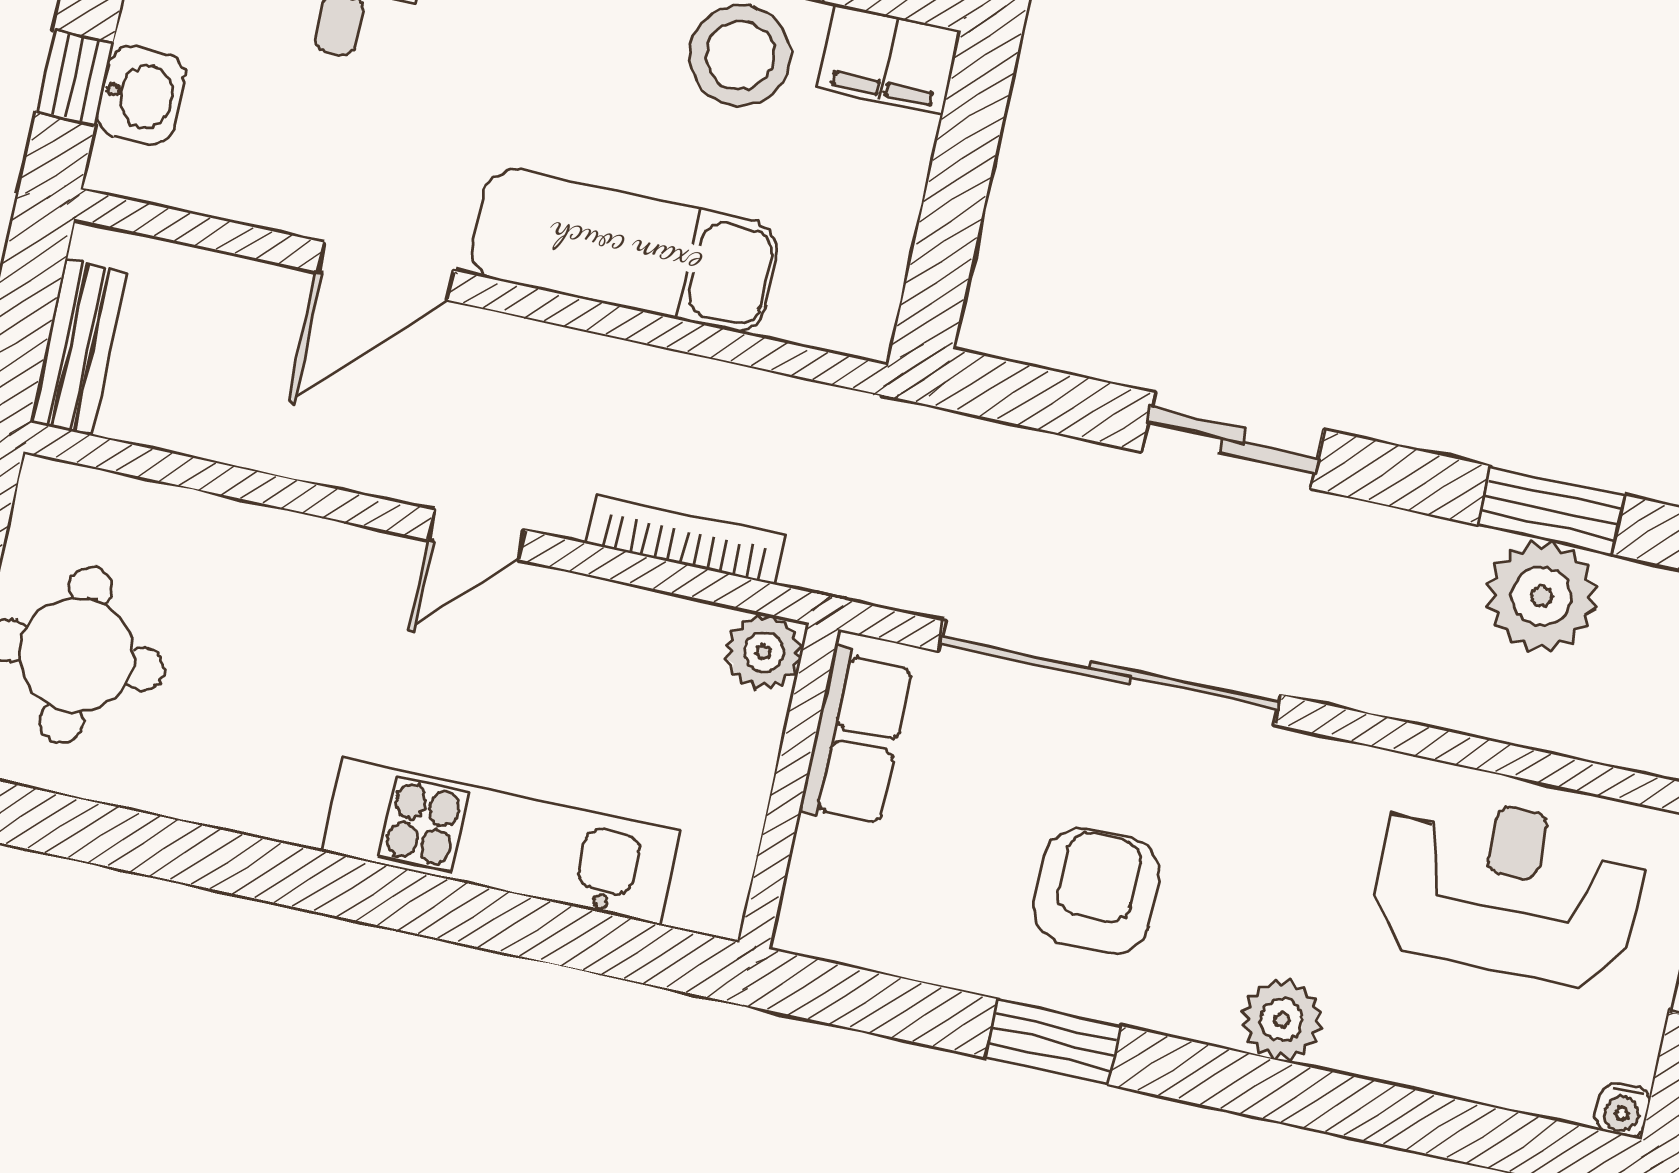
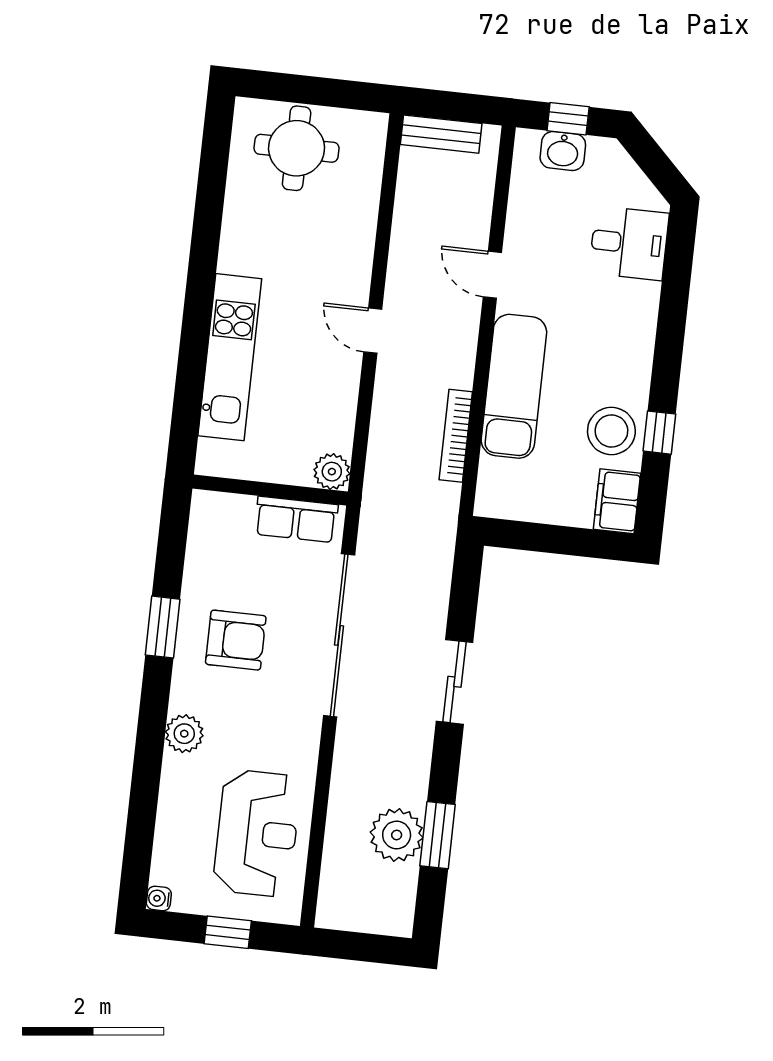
door: (385, 271) -> (492, 275), width x0.73
bookcase: (686, 540) -> (456, 436), moved, turned 180

